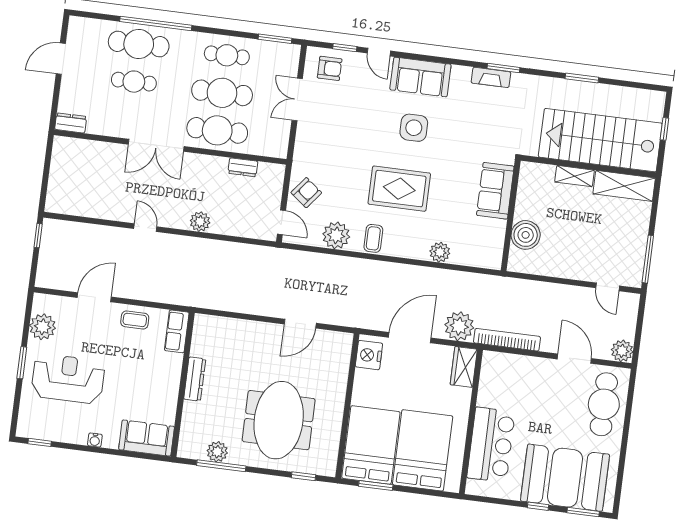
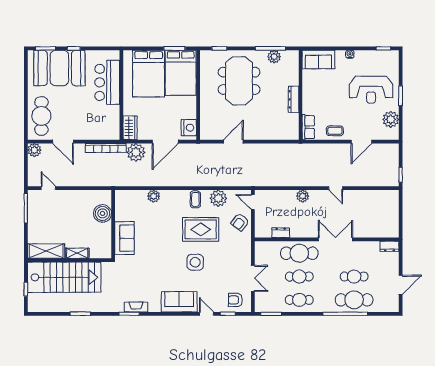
cafe table: (222, 93) -> (299, 277), width x0.73, depth x0.74
side table: (414, 128) -> (195, 262), moved
rug: (399, 189) -> (201, 229), moved

